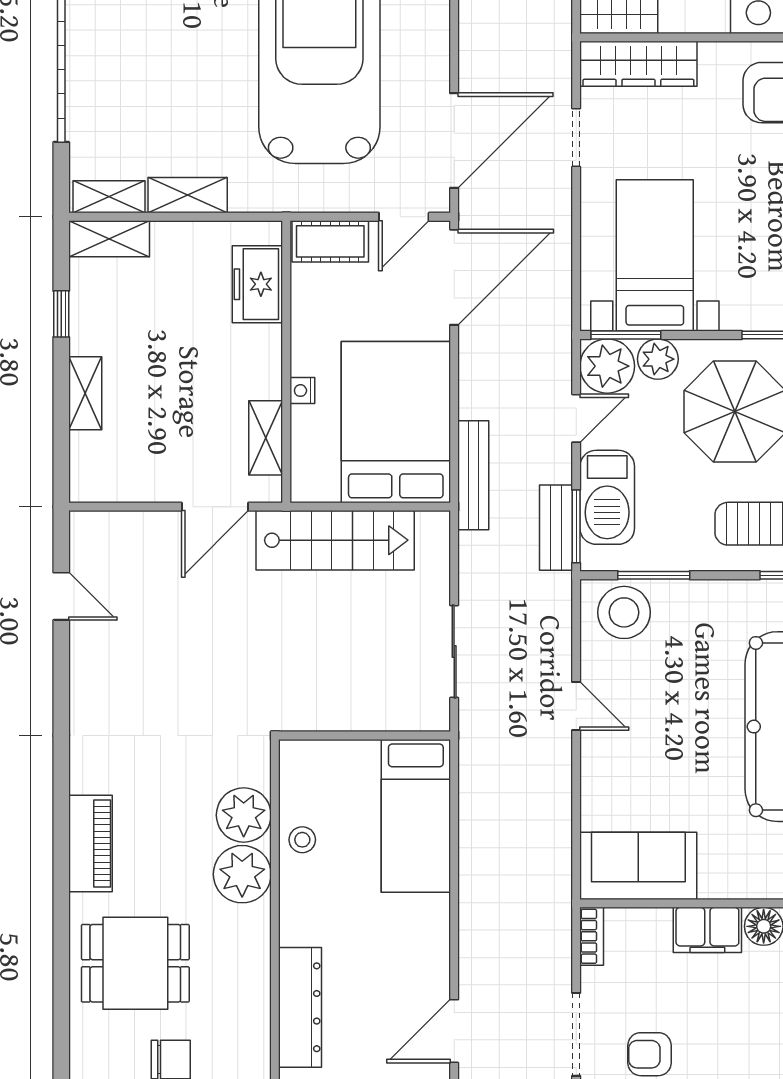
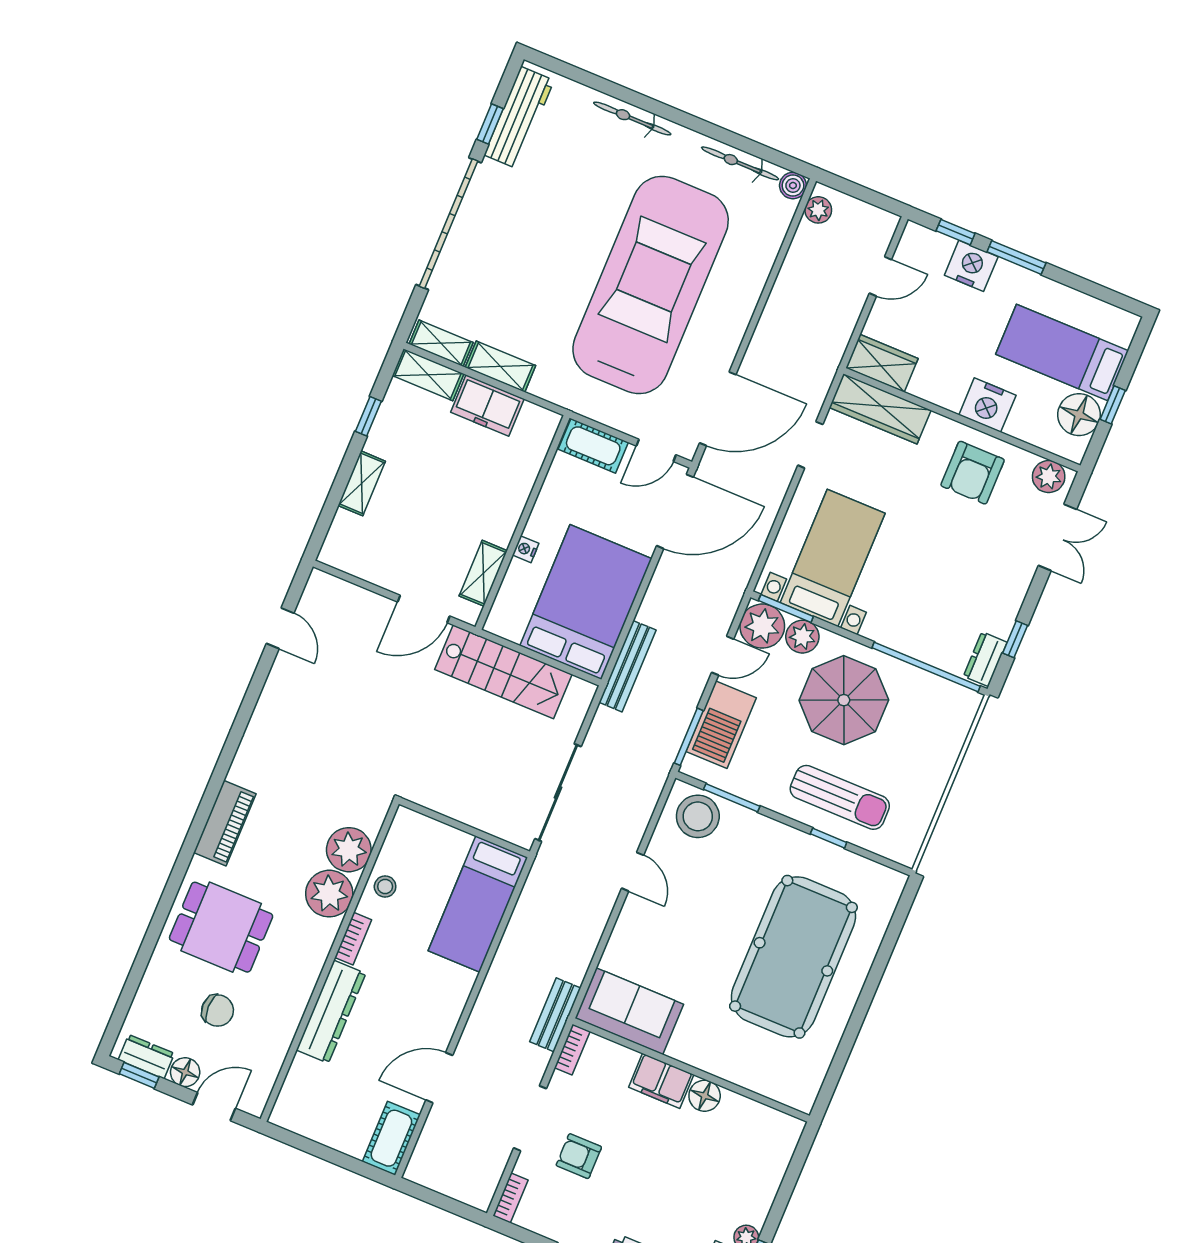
freezer: (257, 284) -> (487, 406), moved, turned -90
bench: (556, 528) -> (555, 1015), moved
sliding door: (454, 652) -> (558, 793), width x1.37
bookcase: (291, 914) -> (353, 939), added

